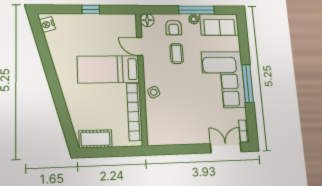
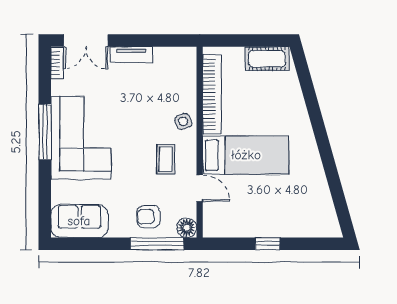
window: (196, 10) -> (157, 244), moved
plant: (194, 19) -> (118, 229), removed
nightstand: (47, 24) -> (329, 221), removed
armchair: (174, 27) -> (149, 217), turned -90
coffee table: (177, 54) -> (166, 159), moved
tv unit: (193, 139) -> (131, 55), added

